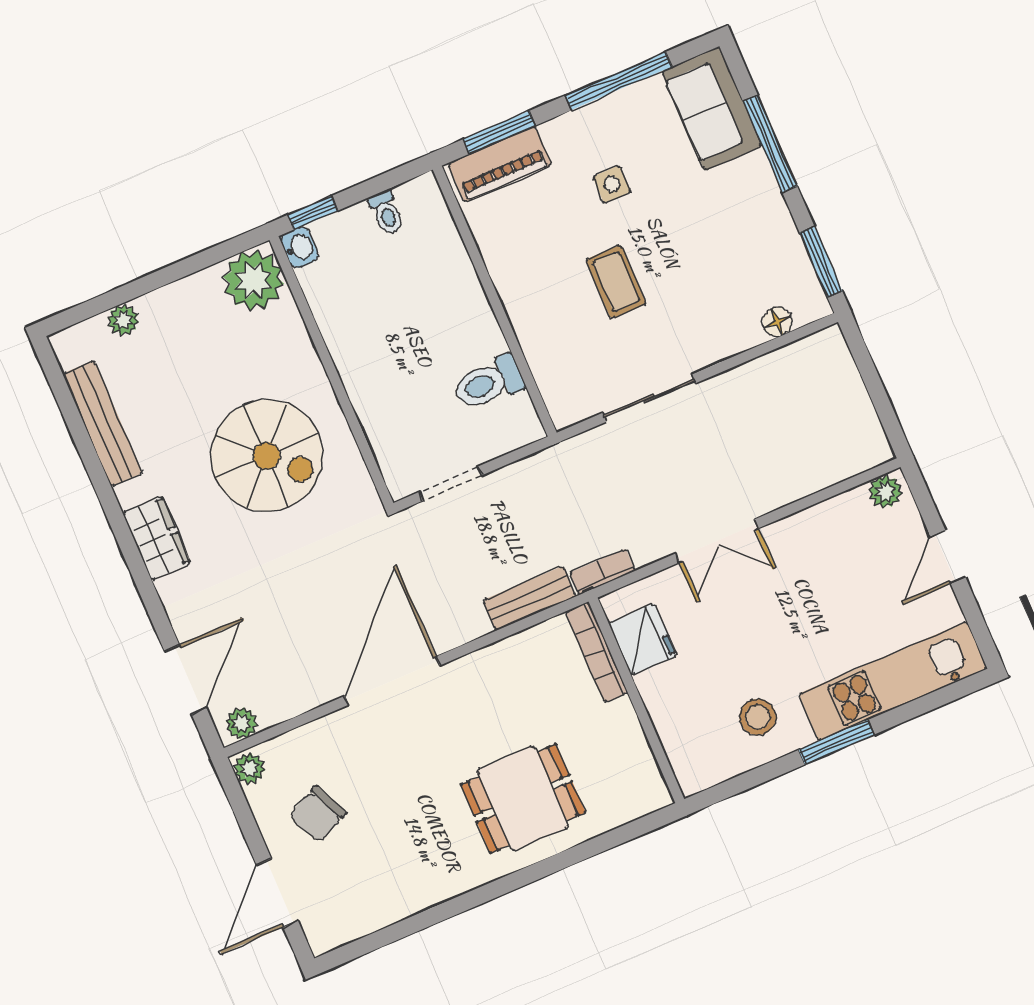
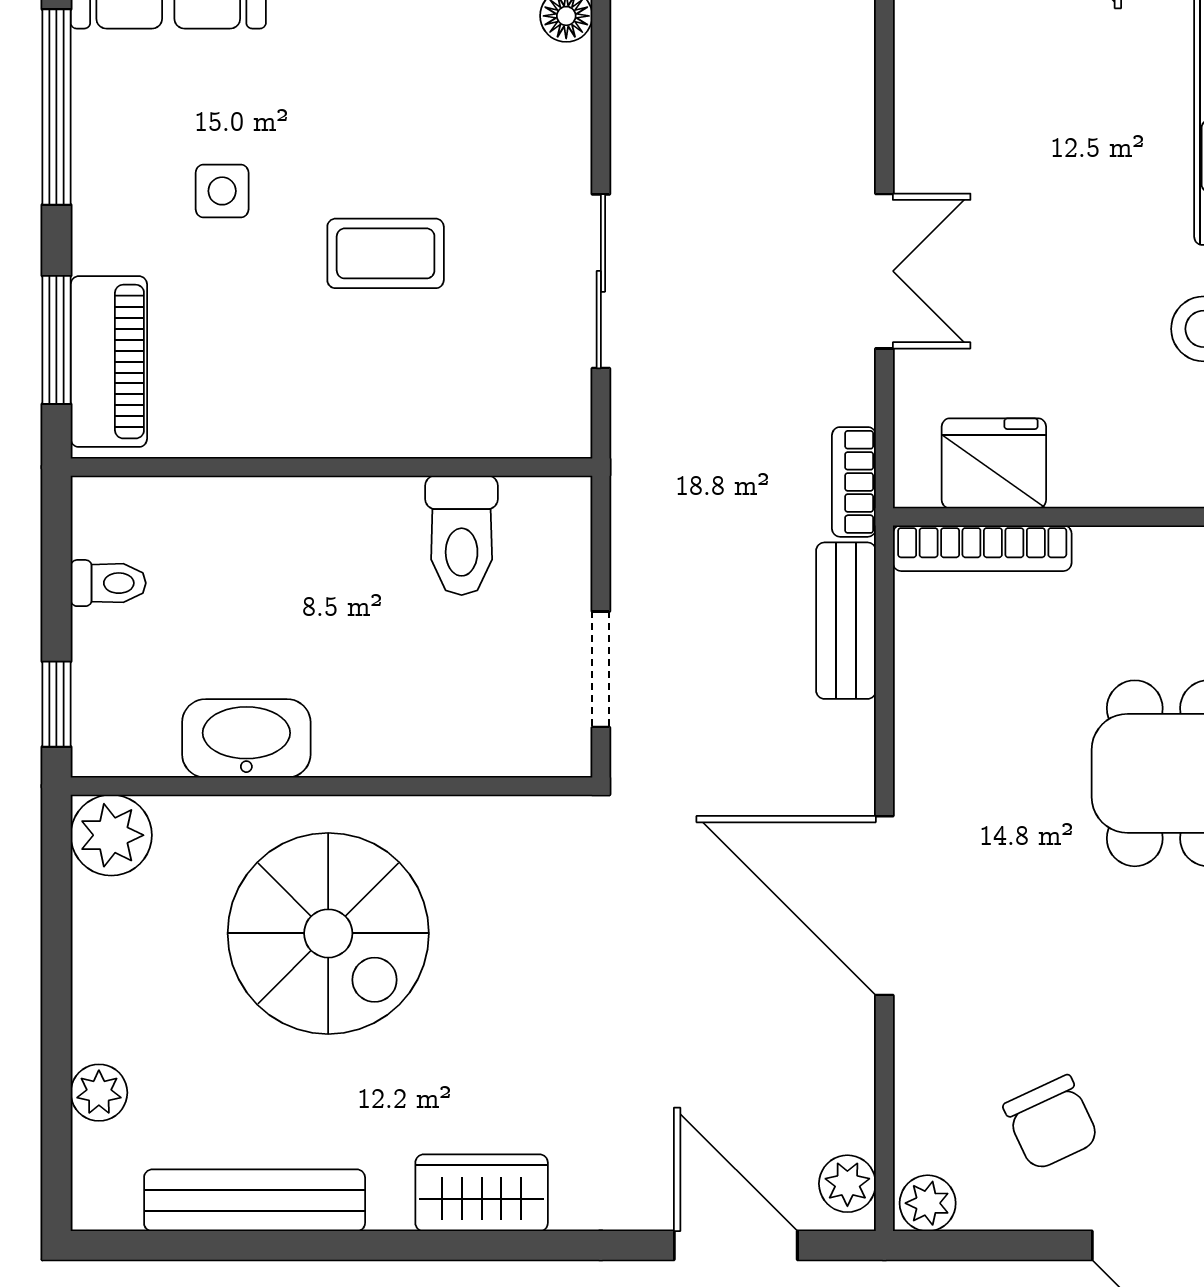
washbasin: (300, 247) -> (246, 738), moved, width x1.91, depth x1.45
plant: (253, 280) -> (111, 835), width x0.73, depth x0.73
spiral stairs: (267, 456) -> (328, 933), moved, turned 90

